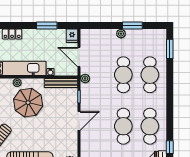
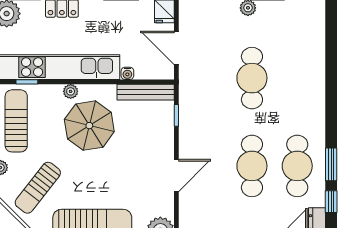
window: (170, 49) -> (331, 164), moved
cafe table: (150, 75) -> (297, 78), removed
plant: (85, 78) -> (187, 84), removed
door: (79, 121) -> (176, 176), moved

